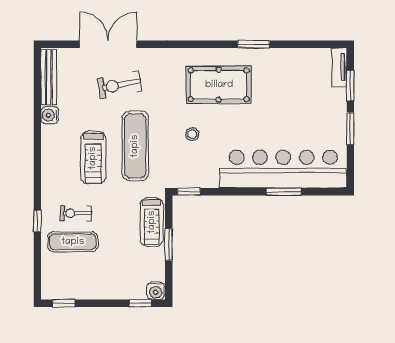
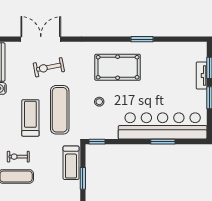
tv unit: (339, 67) -> (202, 76), moved
treadmill: (93, 158) -> (30, 118), turned 180

